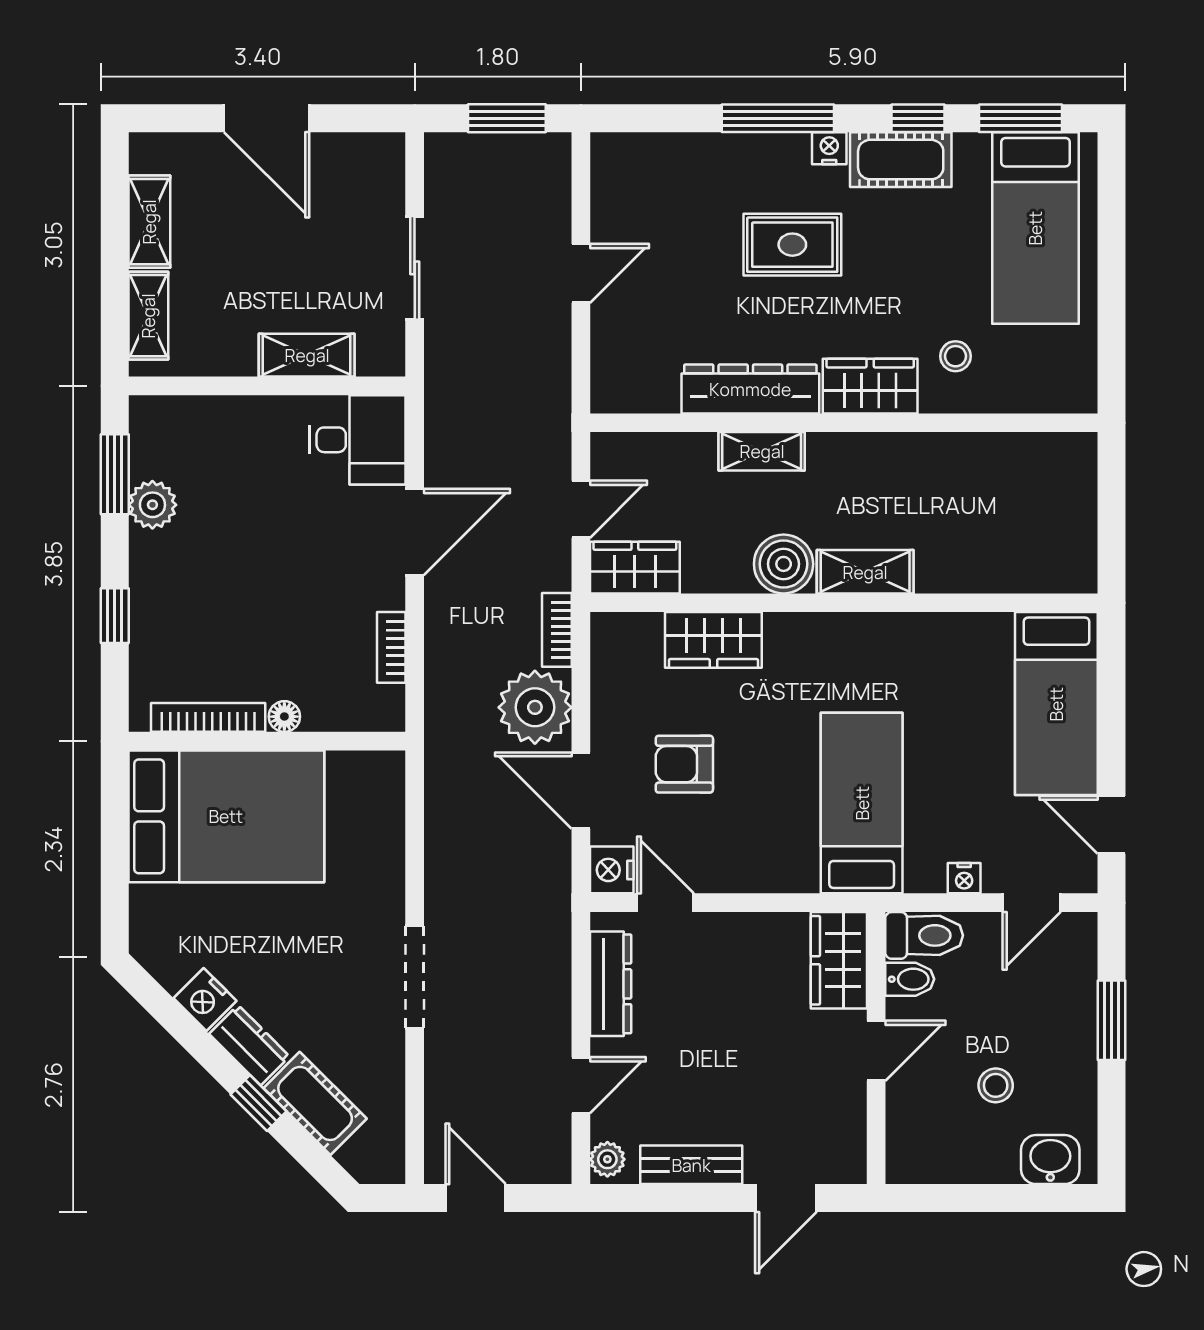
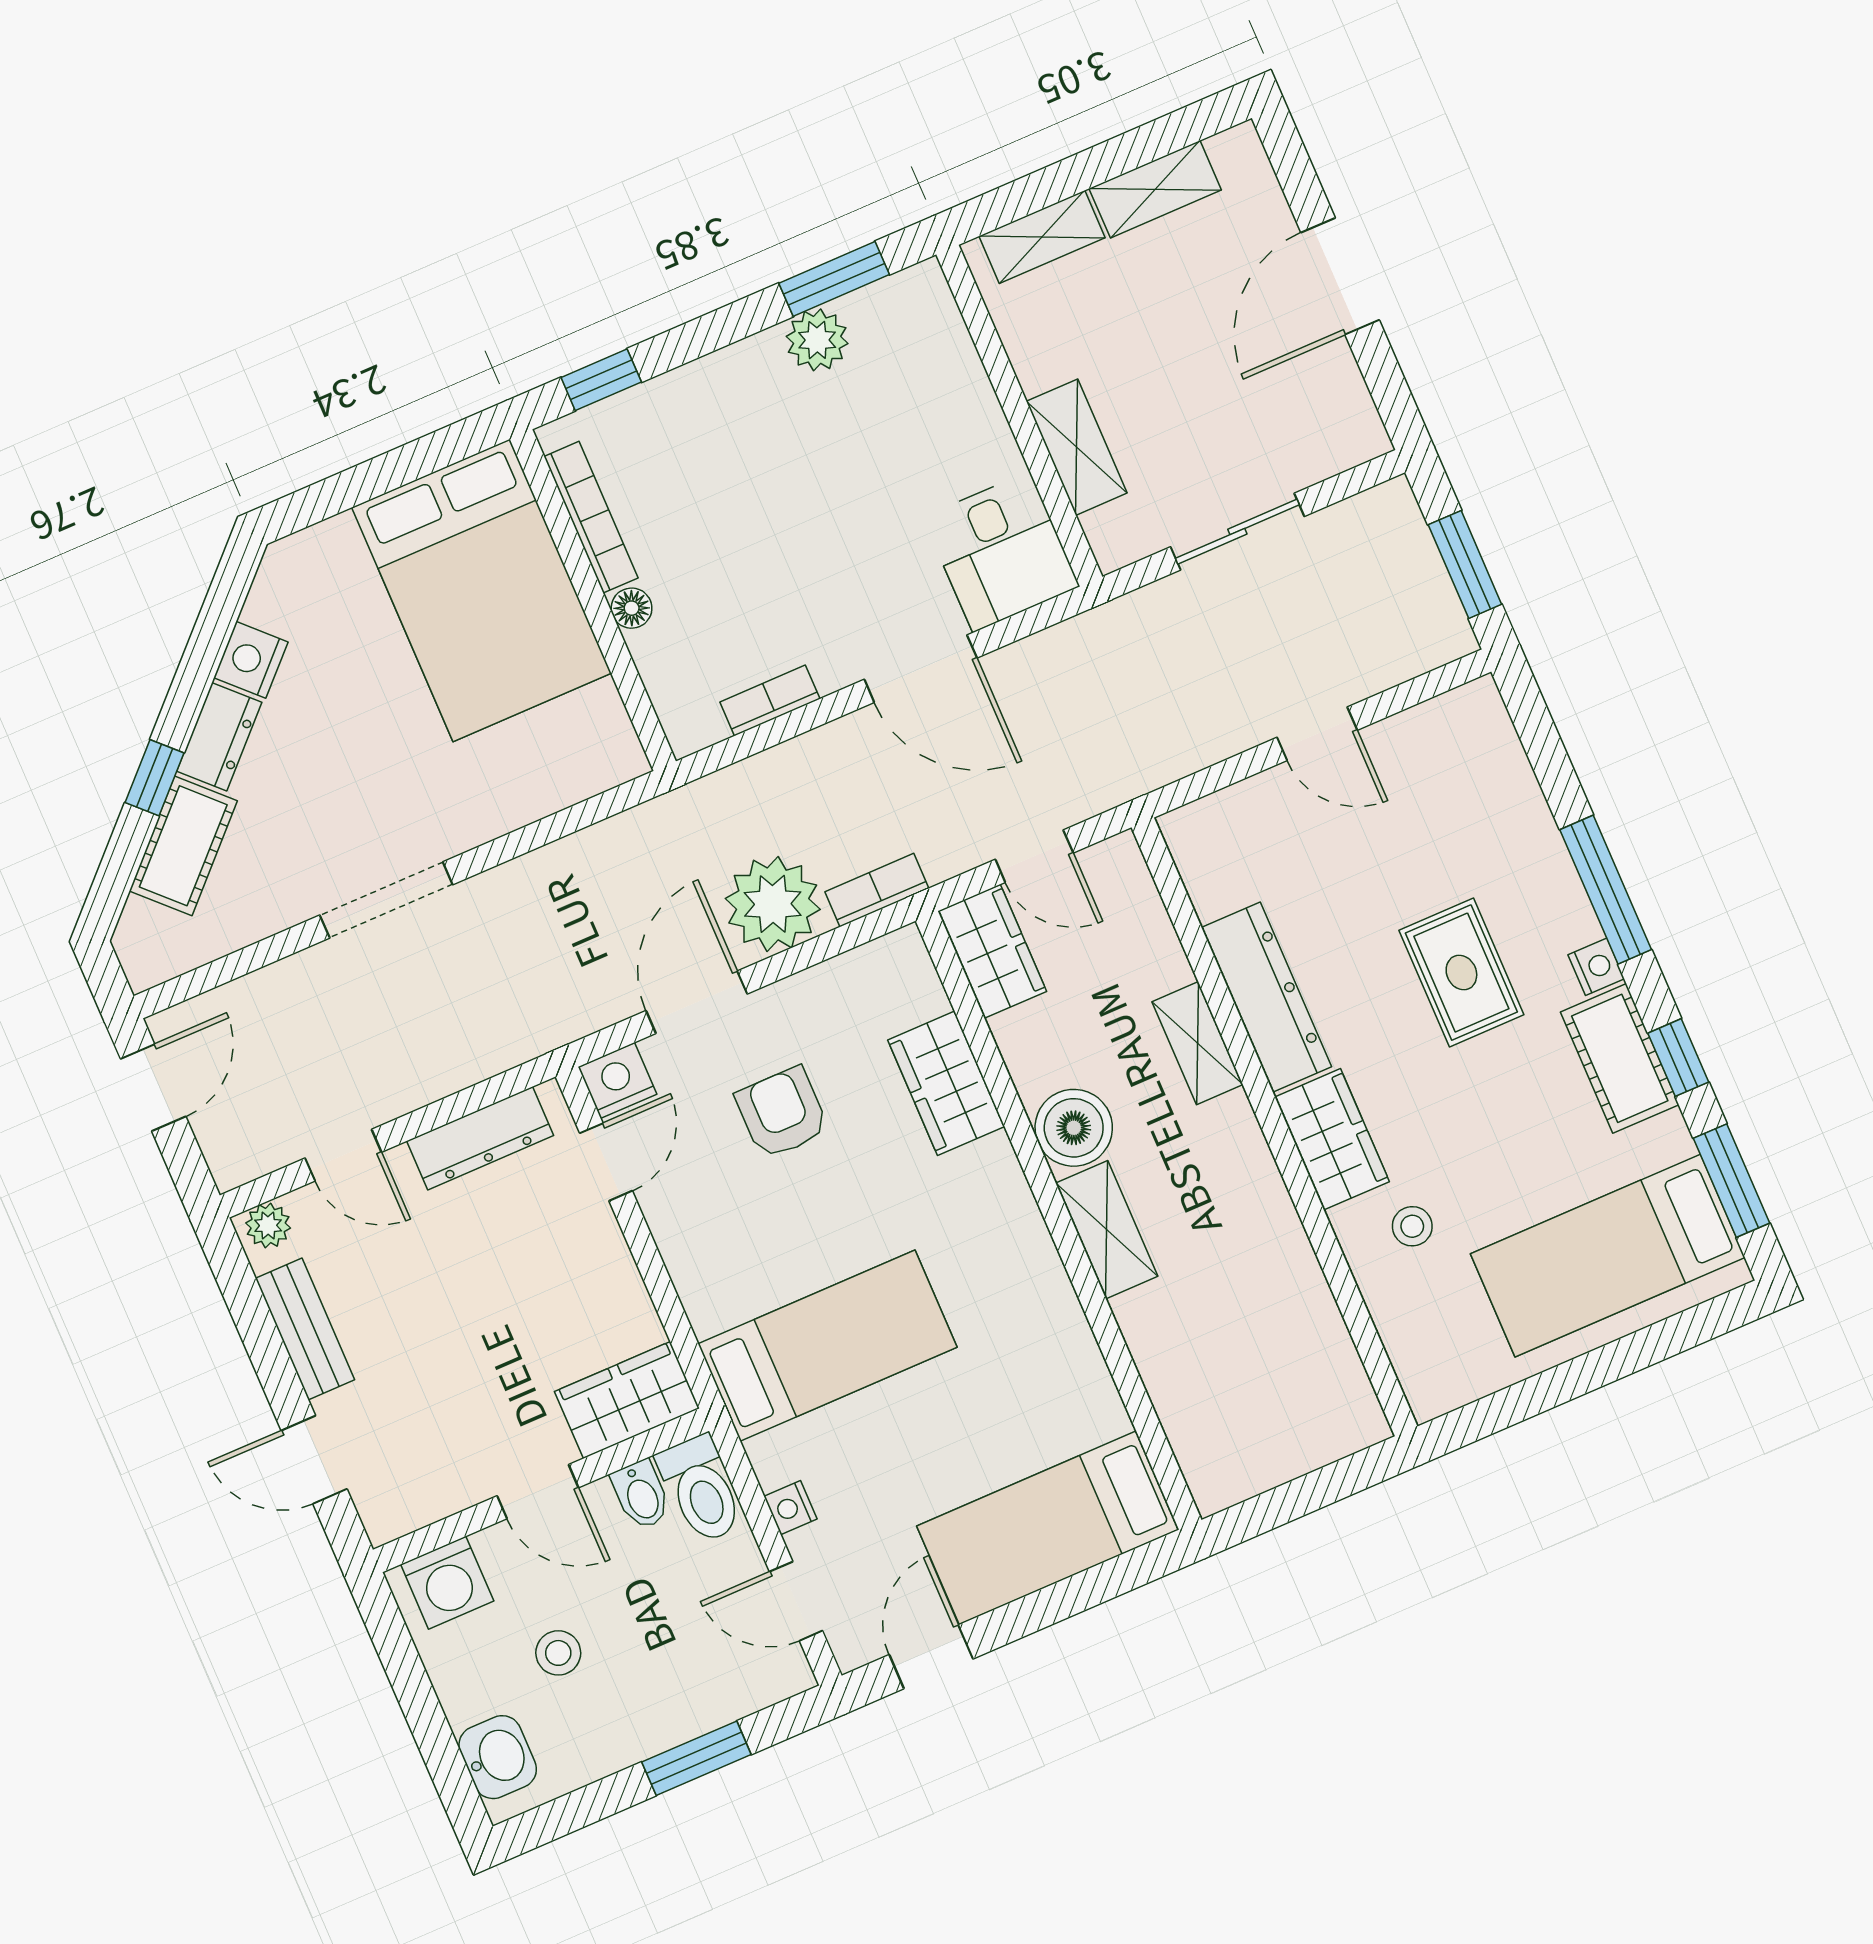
window: (115, 616) -> (601, 380), moved
washing machine: (913, 1142) -> (447, 1583), added

